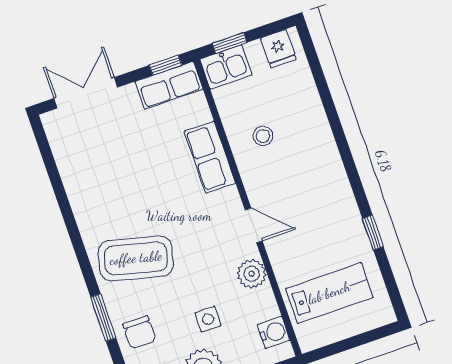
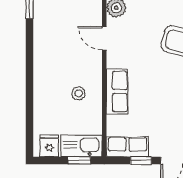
window: (165, 65) -> (141, 160), moved
kitchen sink: (226, 67) -> (81, 146), width x1.38

